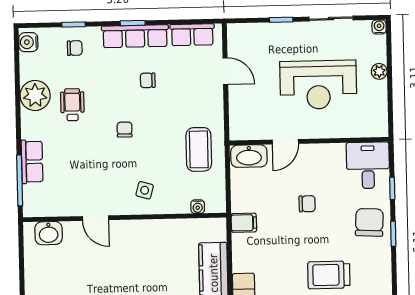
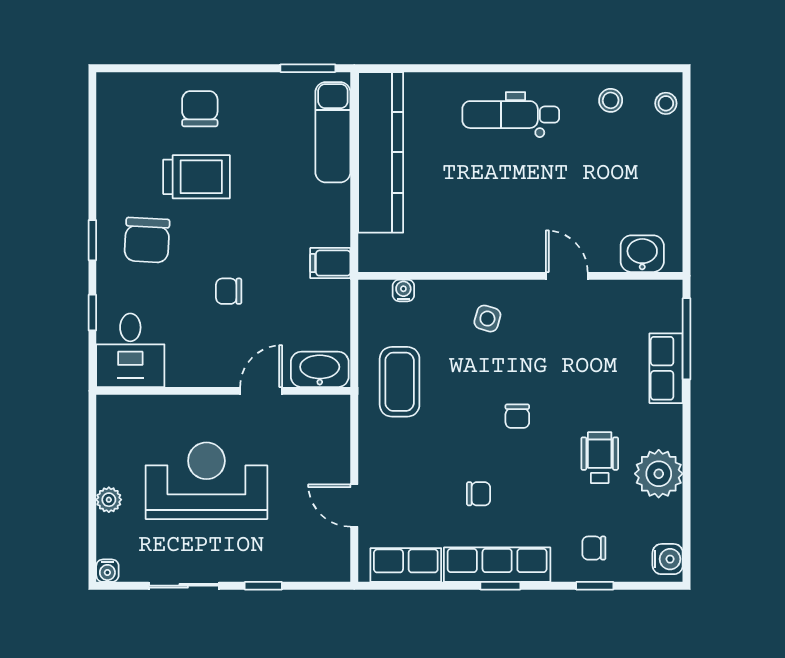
wheelchair: (72, 105) -> (600, 458), turned 180
chair: (369, 222) -> (147, 240), moved

